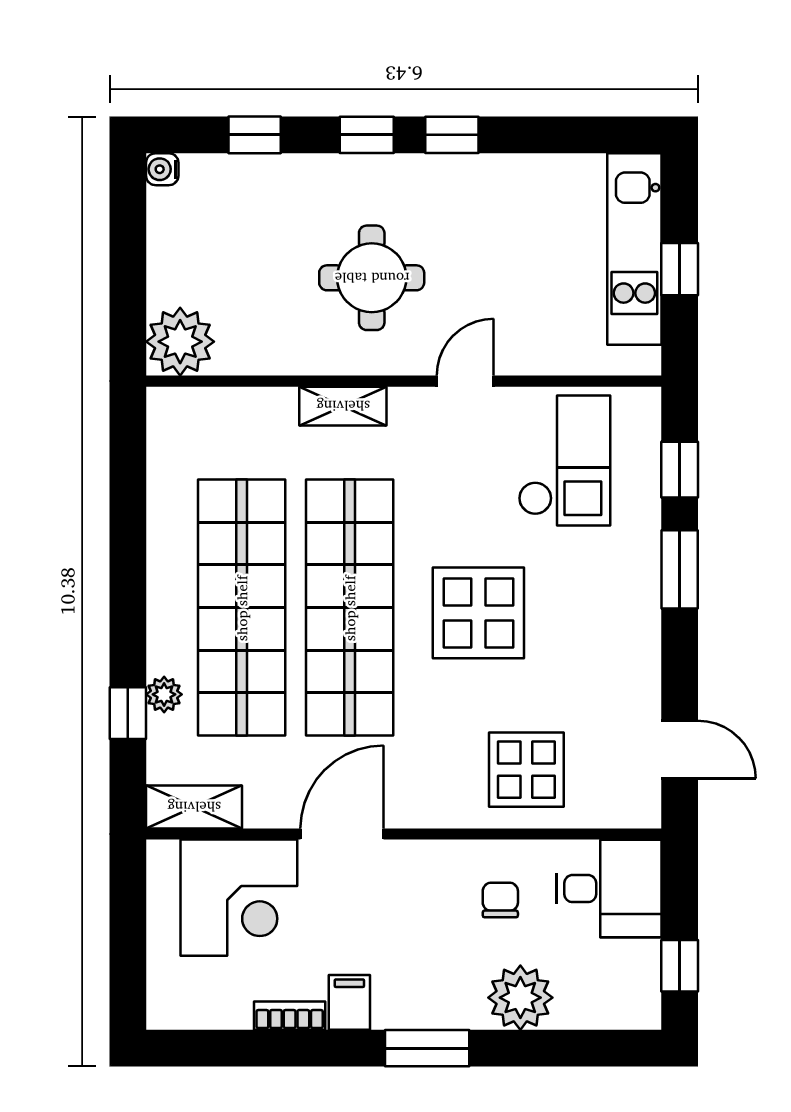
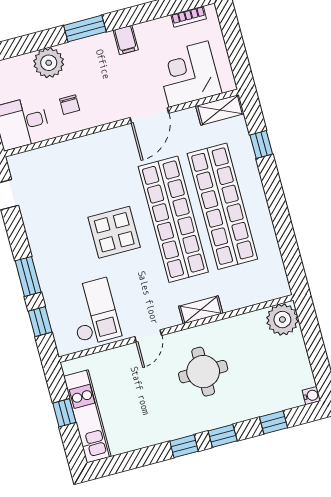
checkout: (565, 461) -> (94, 312), turned 180
plant: (164, 694) -> (247, 157), removed
display table: (526, 770) -> (73, 167), removed
bookcase: (290, 1016) -> (189, 17), moved

